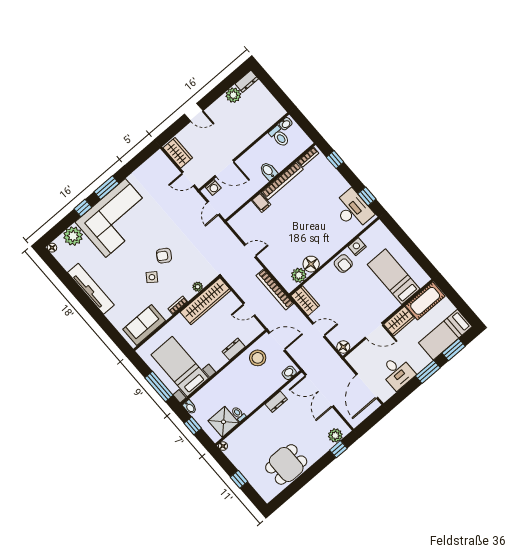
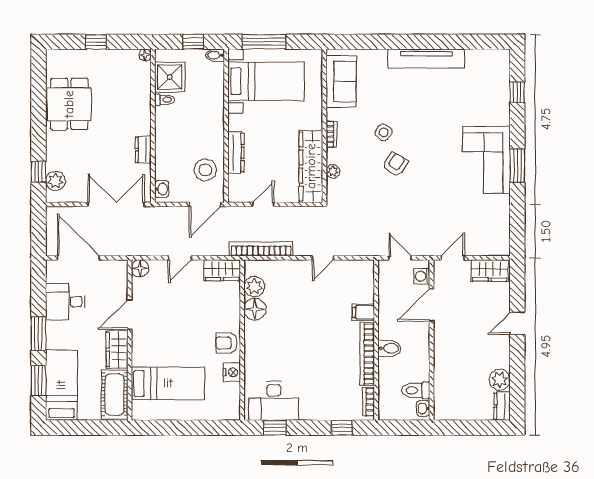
window: (83, 208) -> (517, 92), moved
corner sofa: (116, 218) -> (486, 160), width x0.73, depth x0.74
plant: (73, 236) -> (497, 87), removed
floor lamp: (52, 248) -> (504, 55), removed
dresser: (234, 349) -> (236, 153), width x1.44

